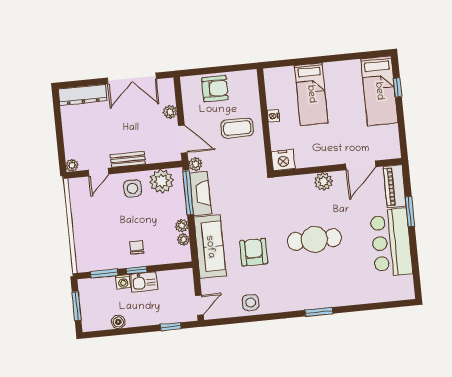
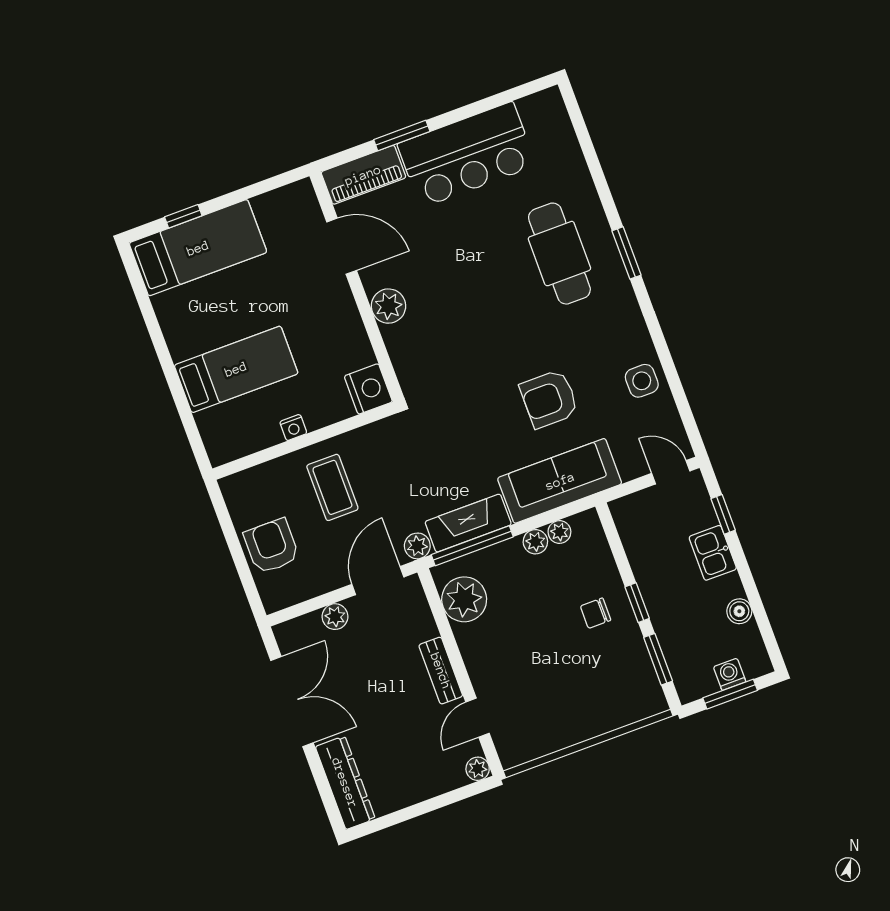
door: (98, 172) -> (478, 718), swing flipped
side table: (133, 188) -> (491, 648), removed
cafe table: (314, 239) -> (559, 254), moved
washing machine: (123, 282) -> (730, 674), moved, turned -90
kitchen sink: (144, 282) -> (713, 553), moved, turned 180

